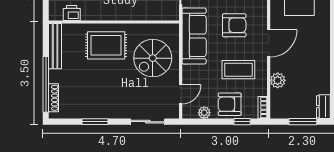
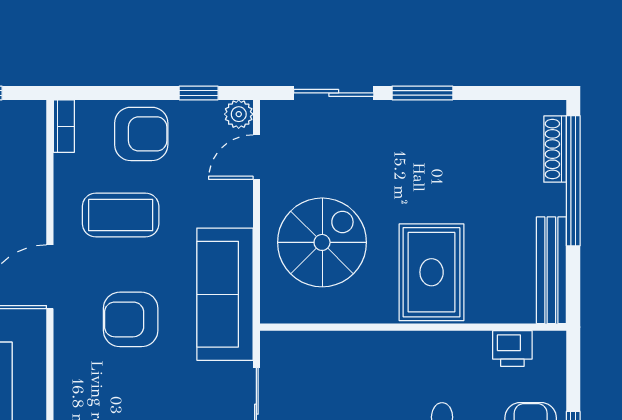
rug: (106, 45) -> (432, 272), turned 90
plant: (278, 80) -> (28, 190), removed
plant: (204, 113) -> (239, 114), moved
window: (95, 122) -> (422, 93), moved
window: (242, 122) -> (199, 93), moved

